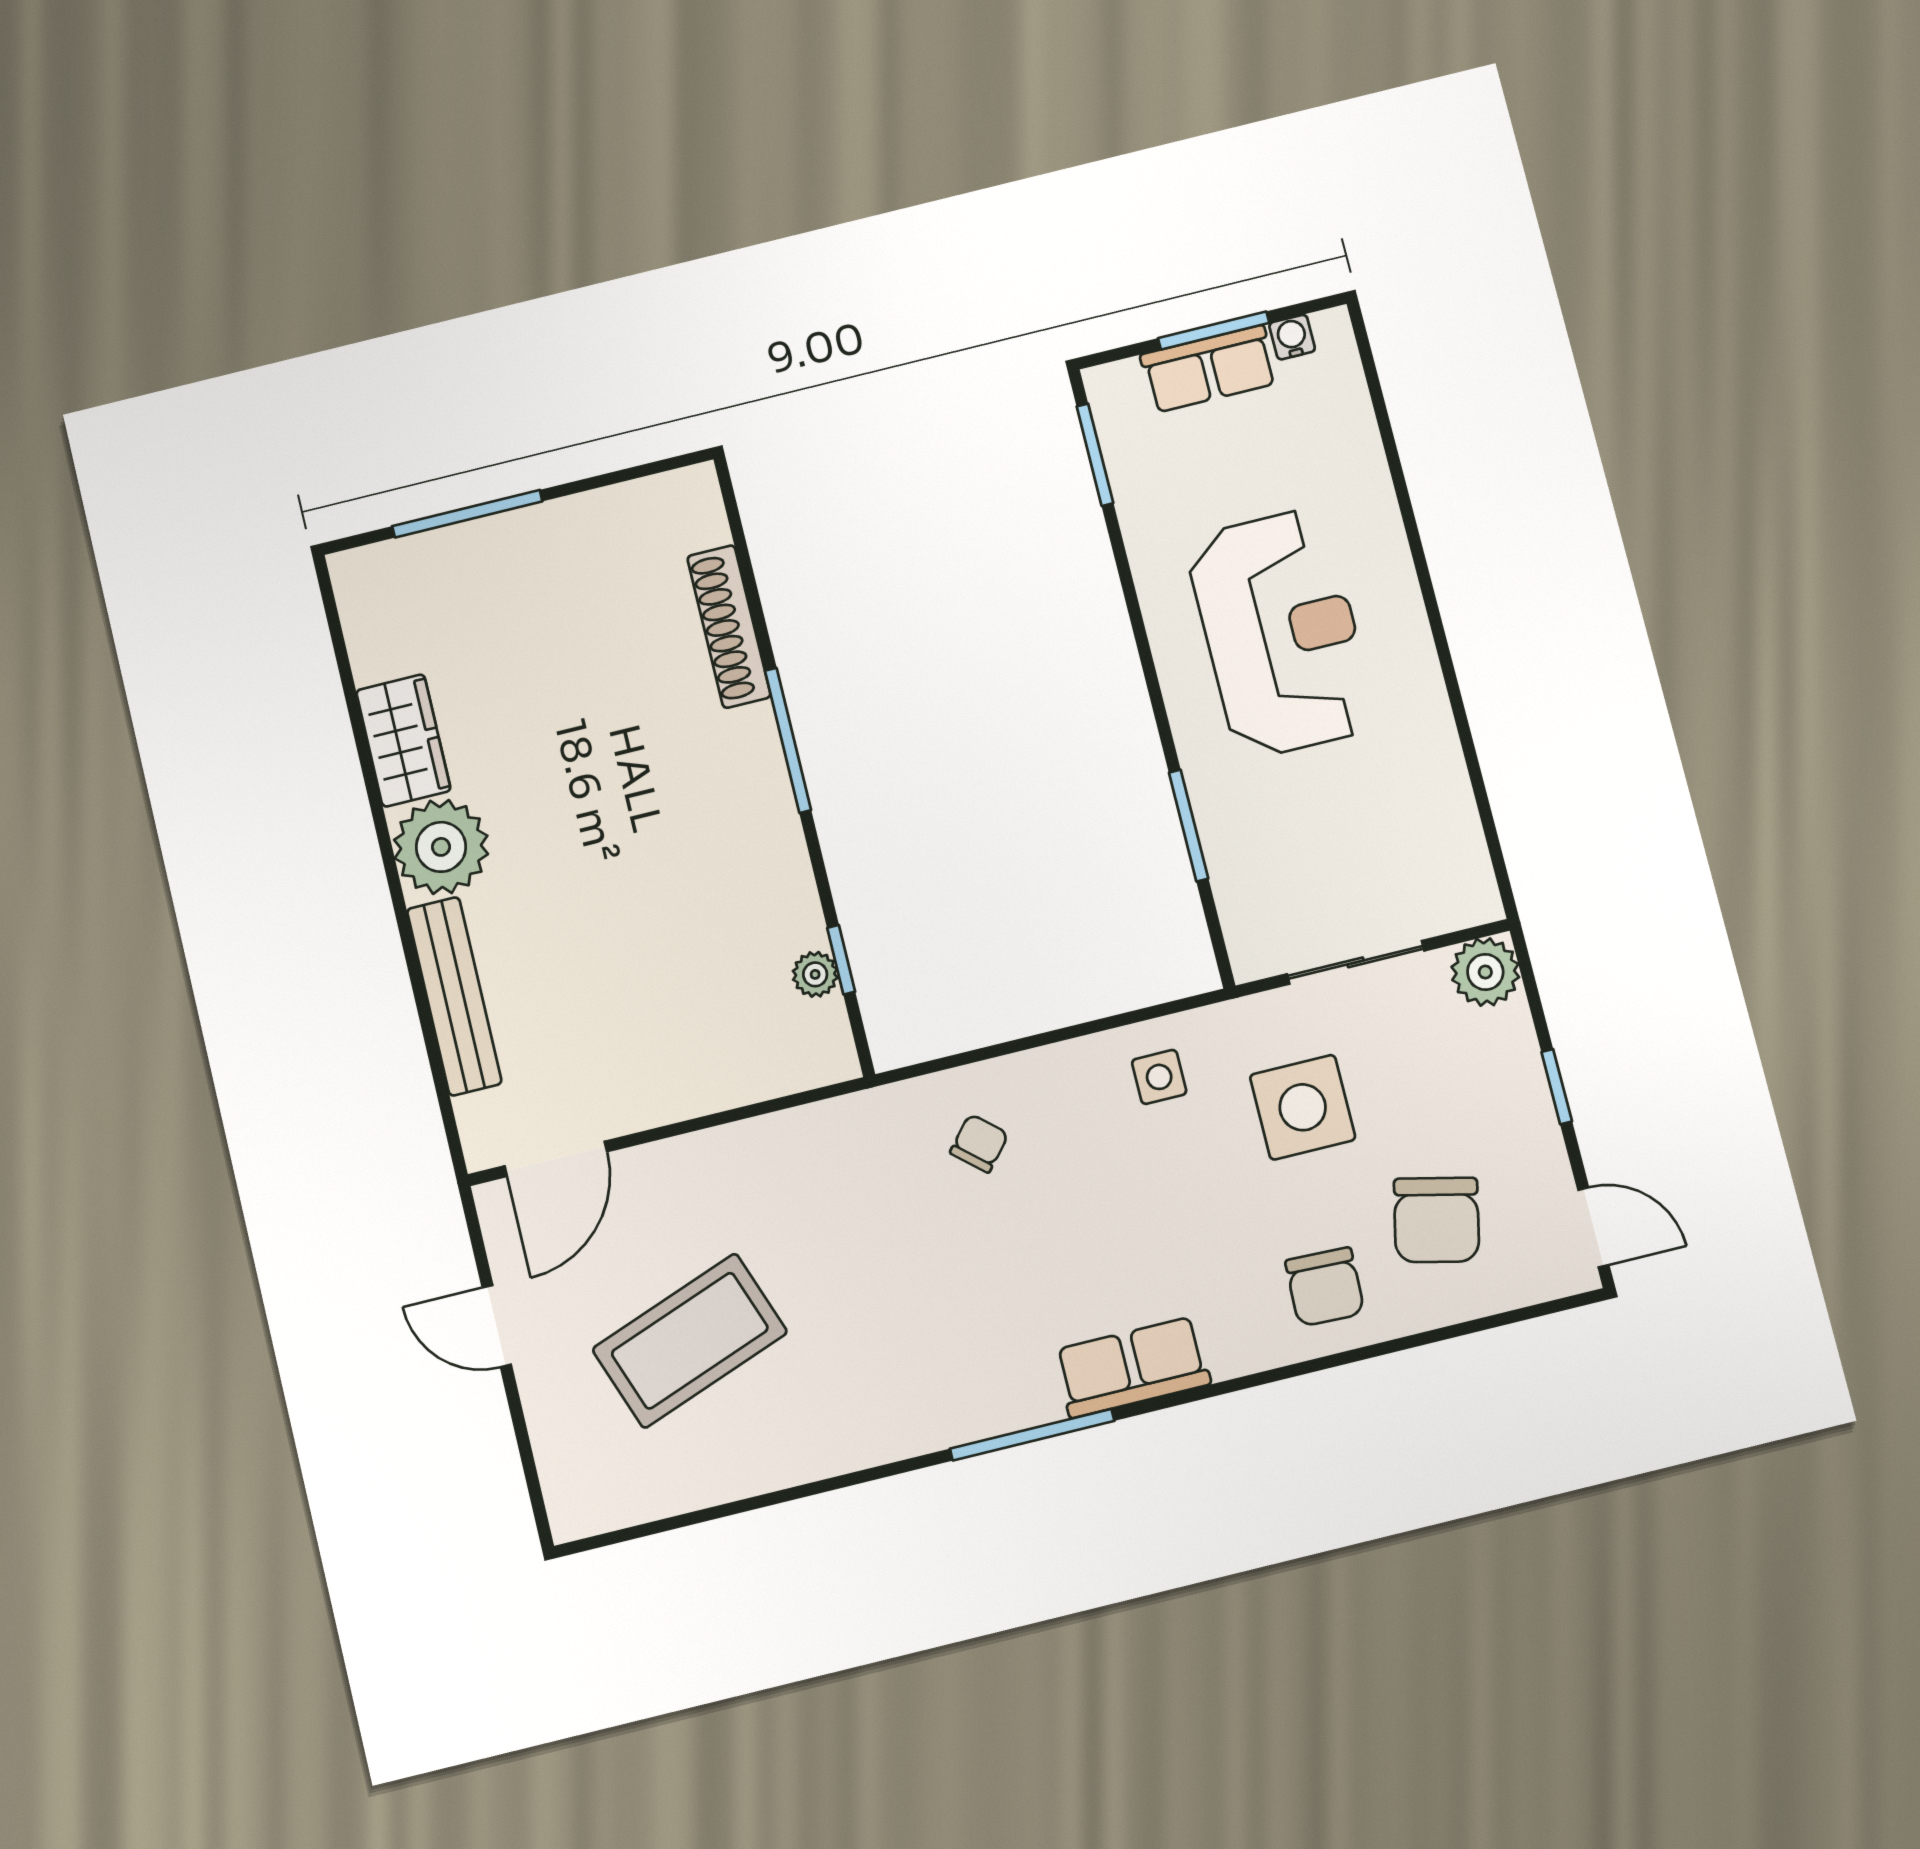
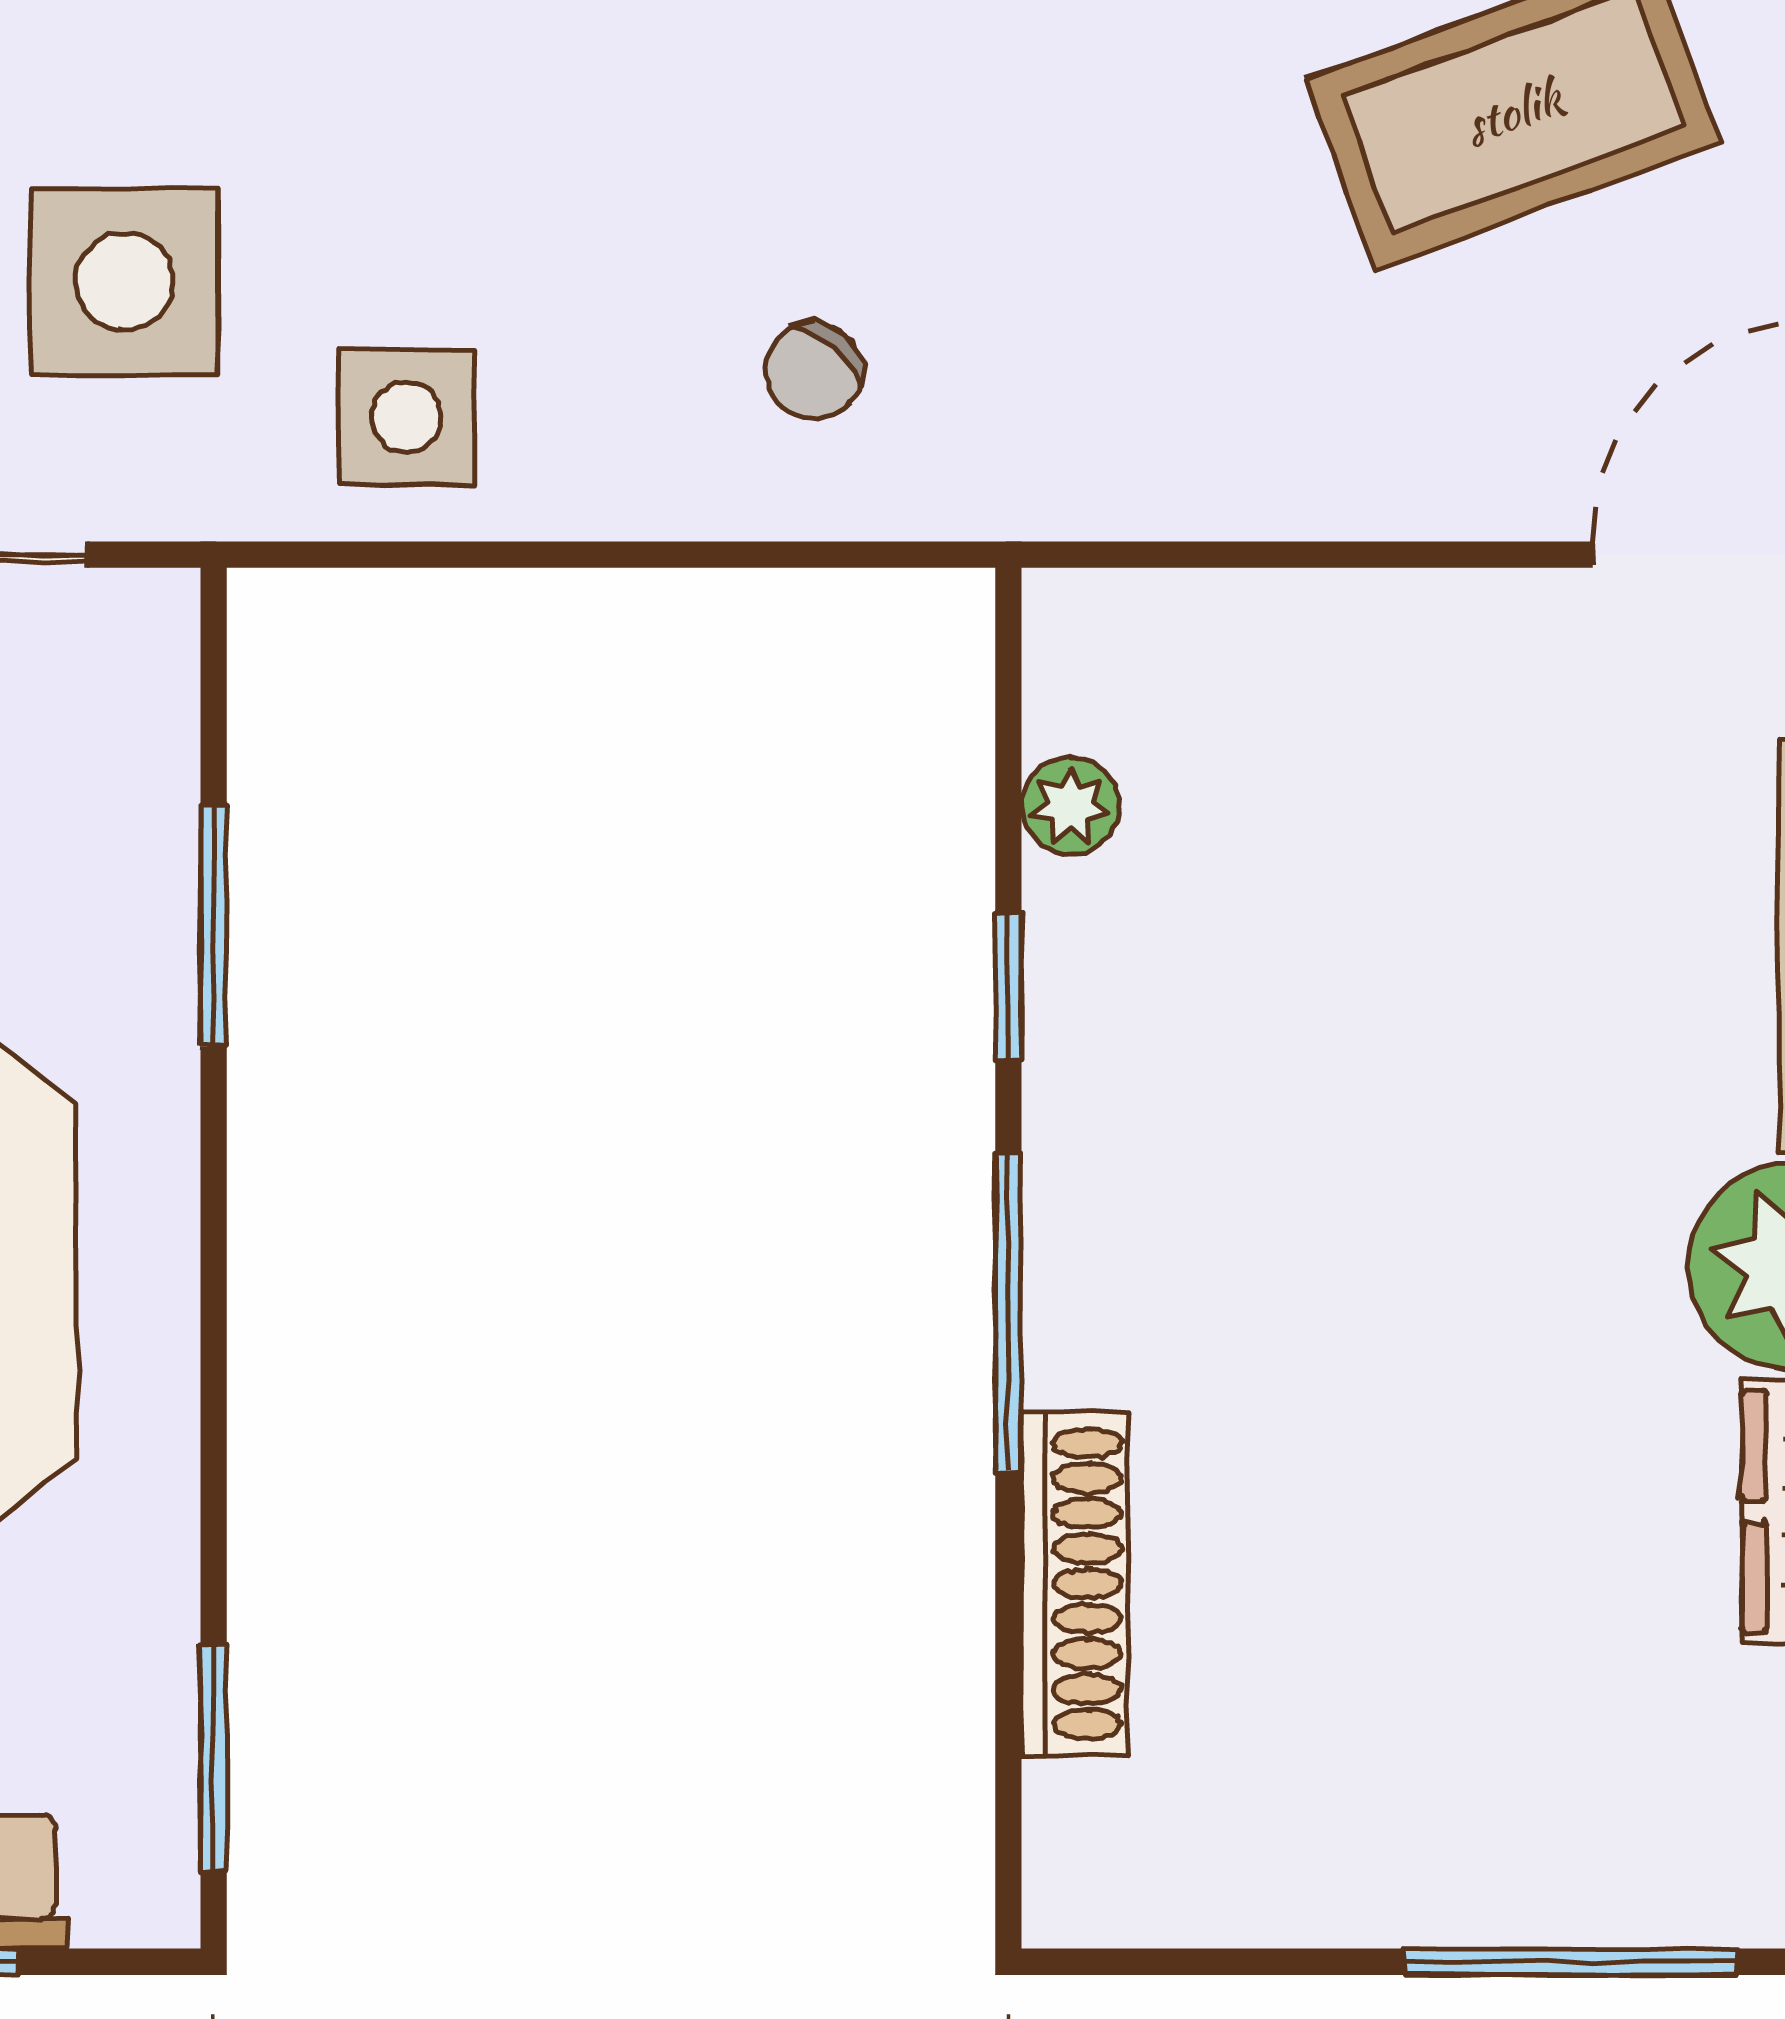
window: (841, 960) -> (1008, 987), moved
side table: (1159, 1077) -> (406, 417), width x1.37, depth x1.37

